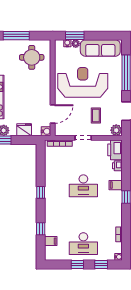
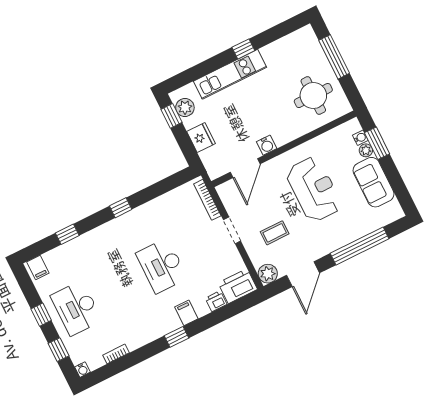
sofa: (100, 48) -> (374, 182), width x0.73
reception desk: (83, 82) -> (314, 189), width x0.74, depth x0.77
door: (53, 114) -> (245, 168), hinge flipped
water cooler: (46, 131) -> (267, 145), moved
filing cabinet: (51, 241) -> (38, 267), moved

